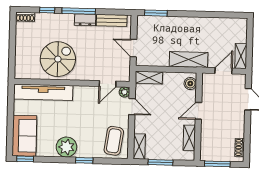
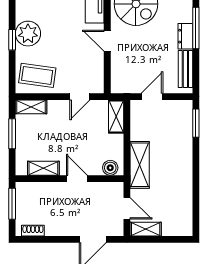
door: (108, 84) -> (107, 41), moved
plant: (124, 92) -> (98, 87), removed
plant: (66, 147) -> (28, 34), moved

